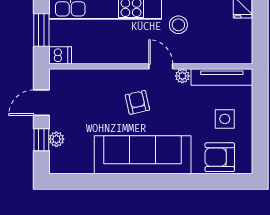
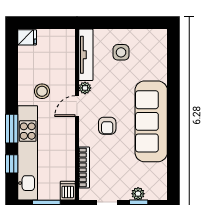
bookcase: (88, 75) -> (84, 167), added
armchair: (137, 102) -> (107, 126), turned -77
armchair: (220, 157) -> (153, 57), removed

